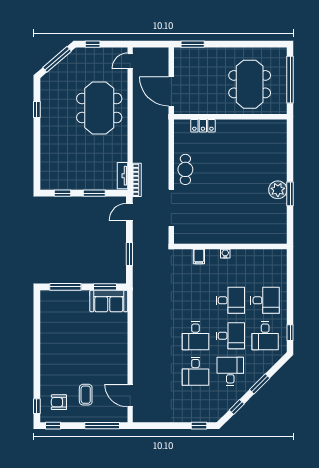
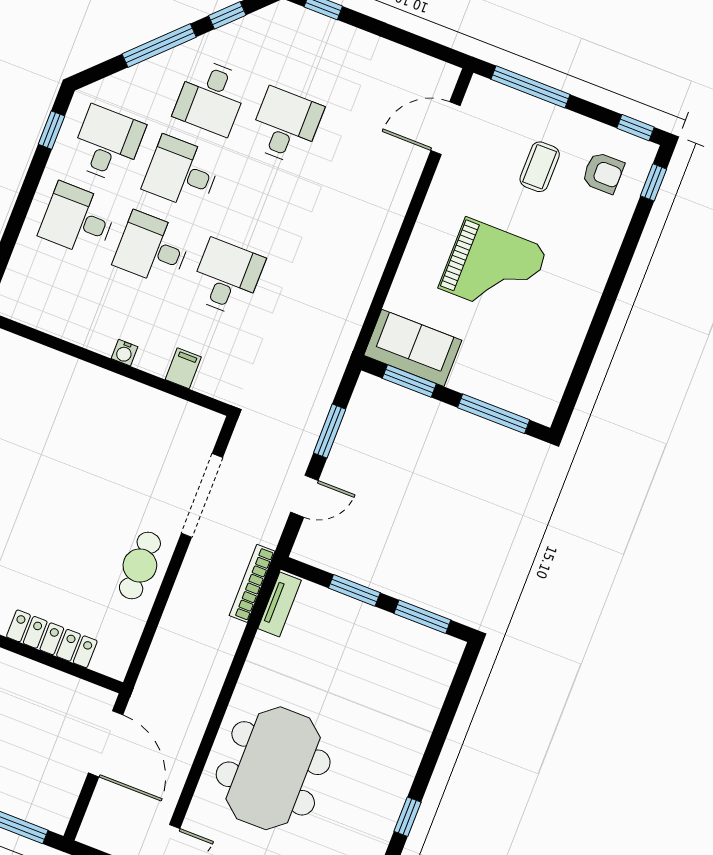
locker: (203, 126) -> (52, 639), width x1.53
window: (62, 193) -> (422, 617), width x1.50
door: (129, 212) -> (304, 496), moved
desk: (195, 336) -> (227, 277), moved
grand piano: (89, 346) -> (493, 268), added
window: (260, 384) -> (159, 45), width x1.44
door: (130, 396) -> (446, 128), swing flipped

